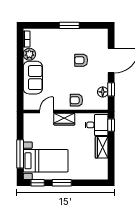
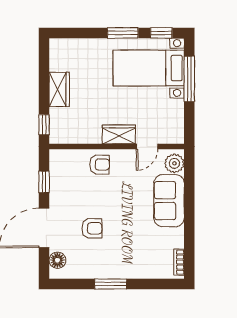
plant: (29, 54) -> (174, 163), moved
floor lamp: (103, 92) -> (57, 260), moved
desk: (97, 125) -> (67, 125), removed

